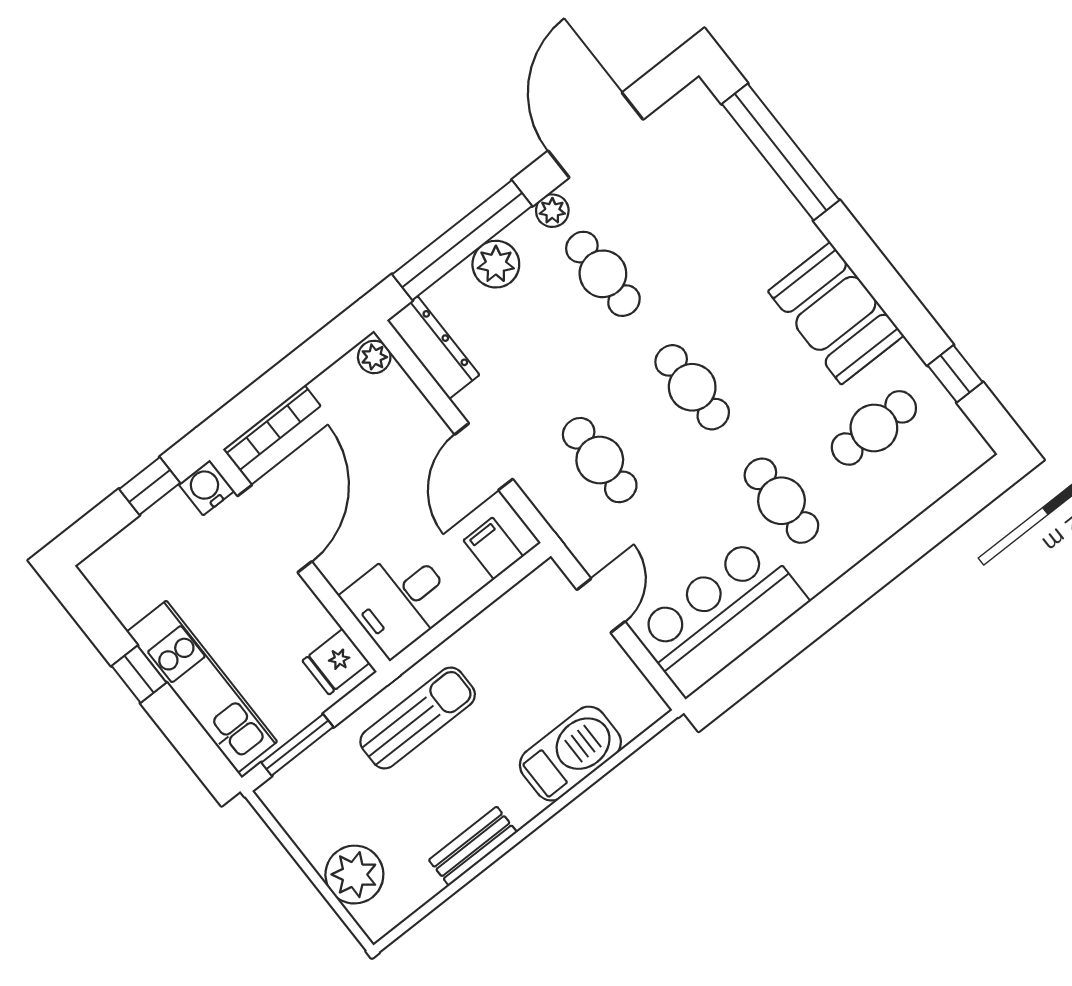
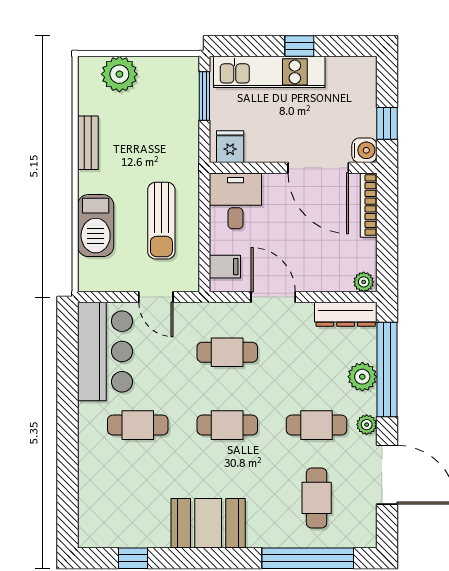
cafe table: (874, 428) -> (317, 498), moved
sun lounger: (418, 718) -> (161, 221), moved

